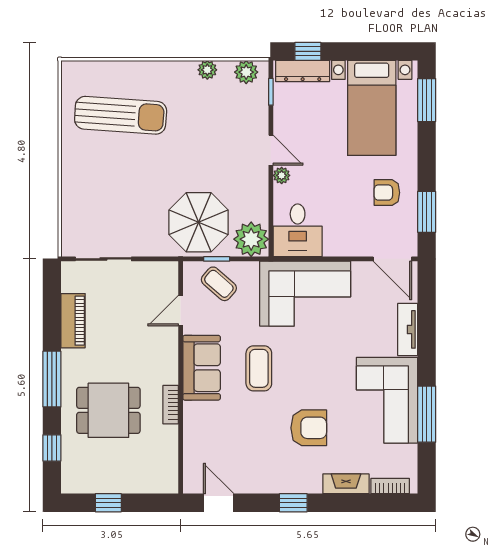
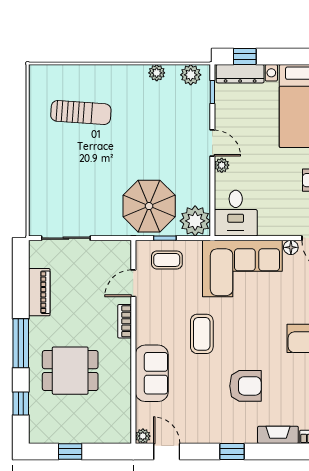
sun lounger: (121, 115) -> (81, 112), width x0.73, depth x0.75
floor lamp: (361, 269) -> (291, 247), added
coffee table: (219, 284) -> (167, 260), turned -41
sofa: (202, 368) -> (152, 373), moved
bookcase: (171, 405) -> (125, 321), moved
plant: (191, 485) -> (143, 436), added

